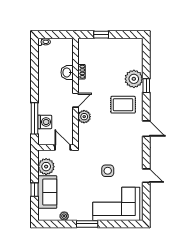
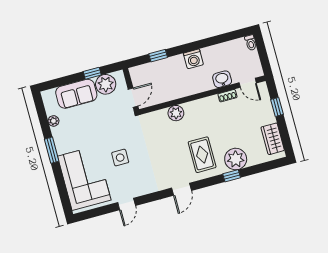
wardrobe: (126, 45) -> (273, 139), added
door: (76, 100) -> (248, 83), moved
window: (34, 118) -> (158, 56), width x0.46
washing machine: (45, 122) -> (193, 59), moved
window: (34, 190) -> (92, 73), moved

